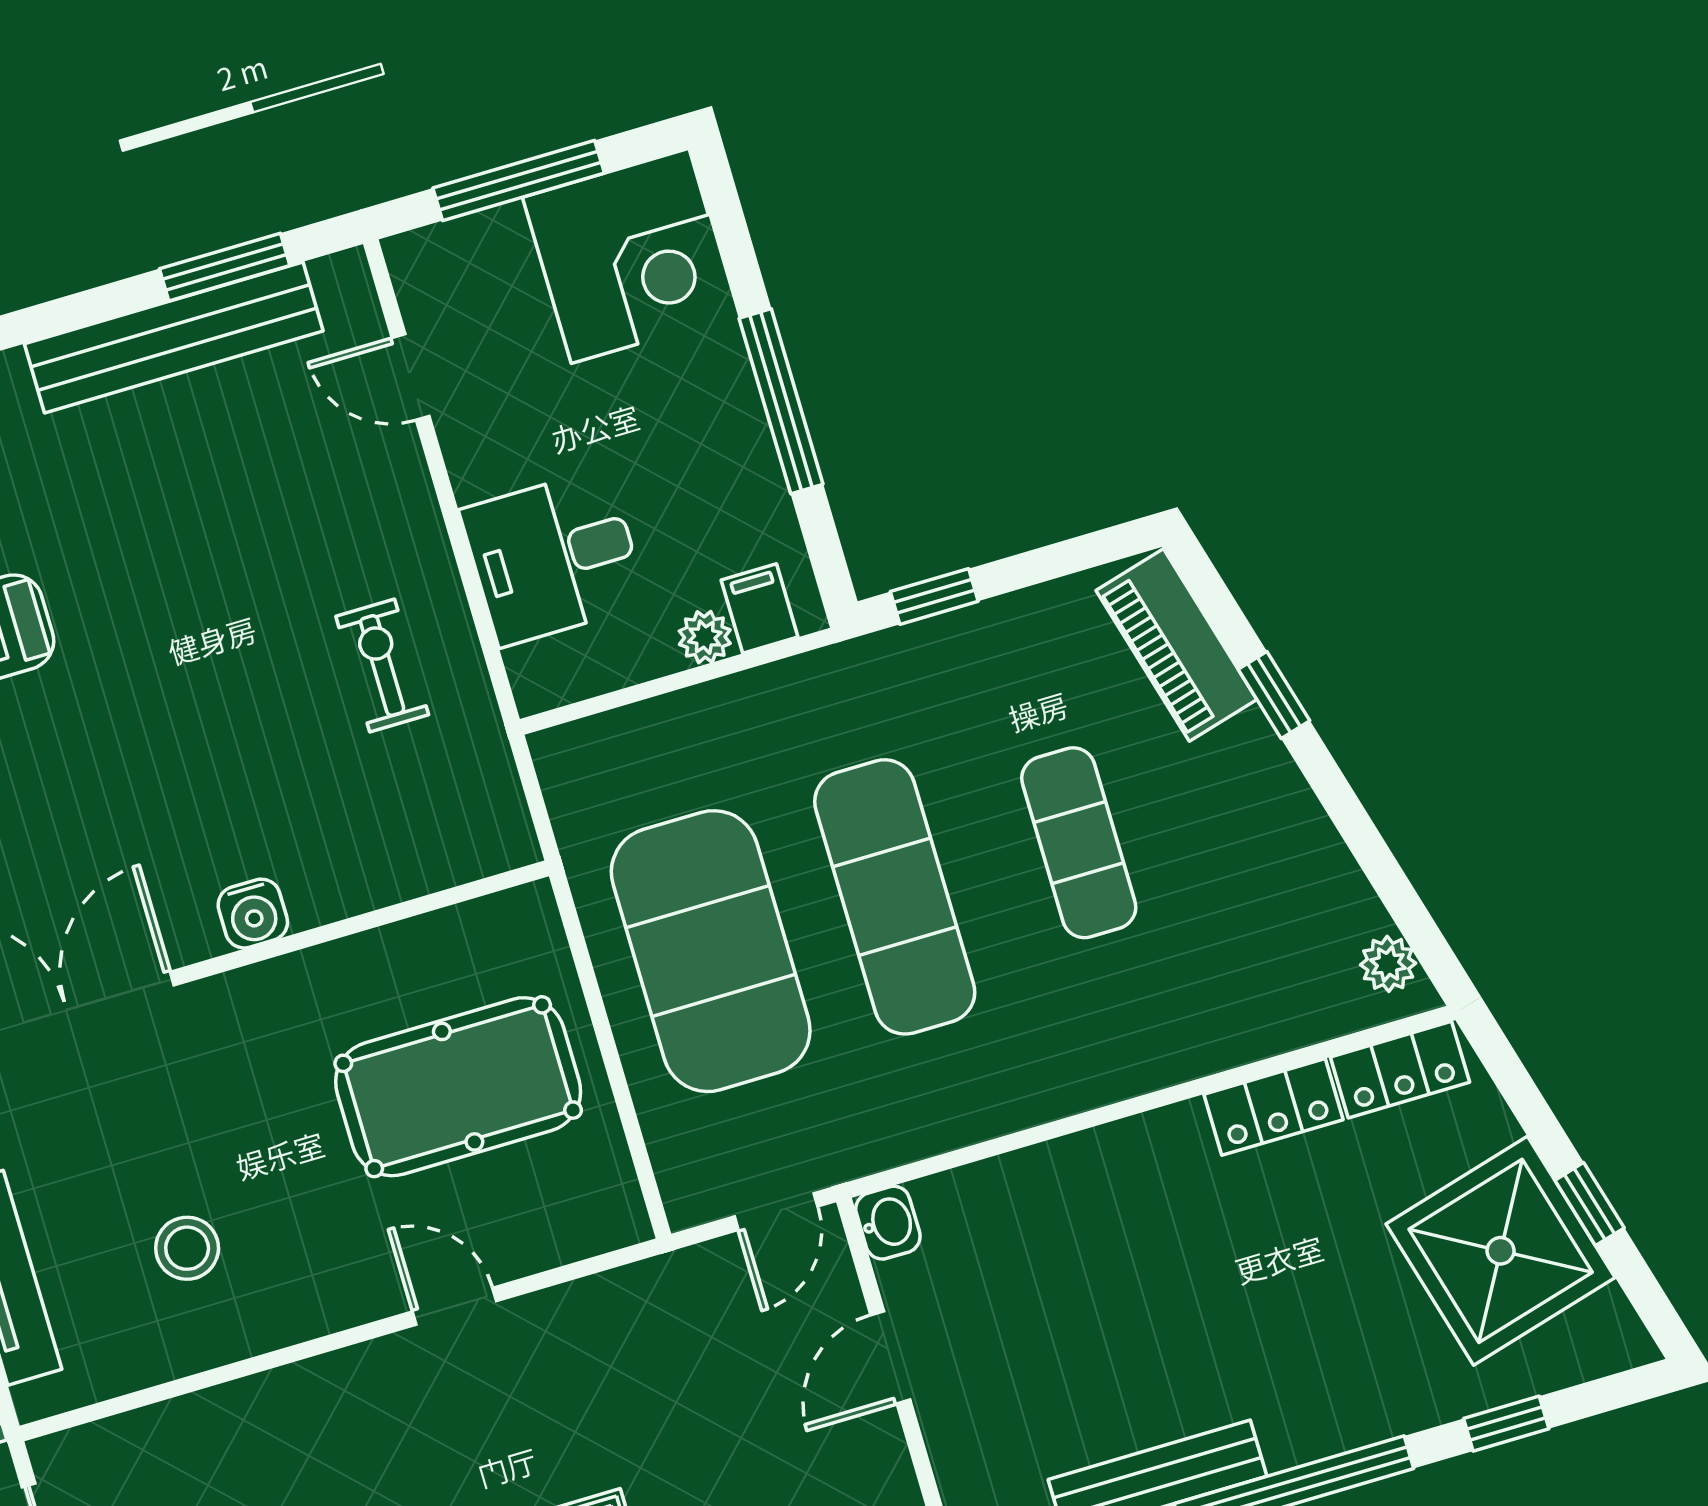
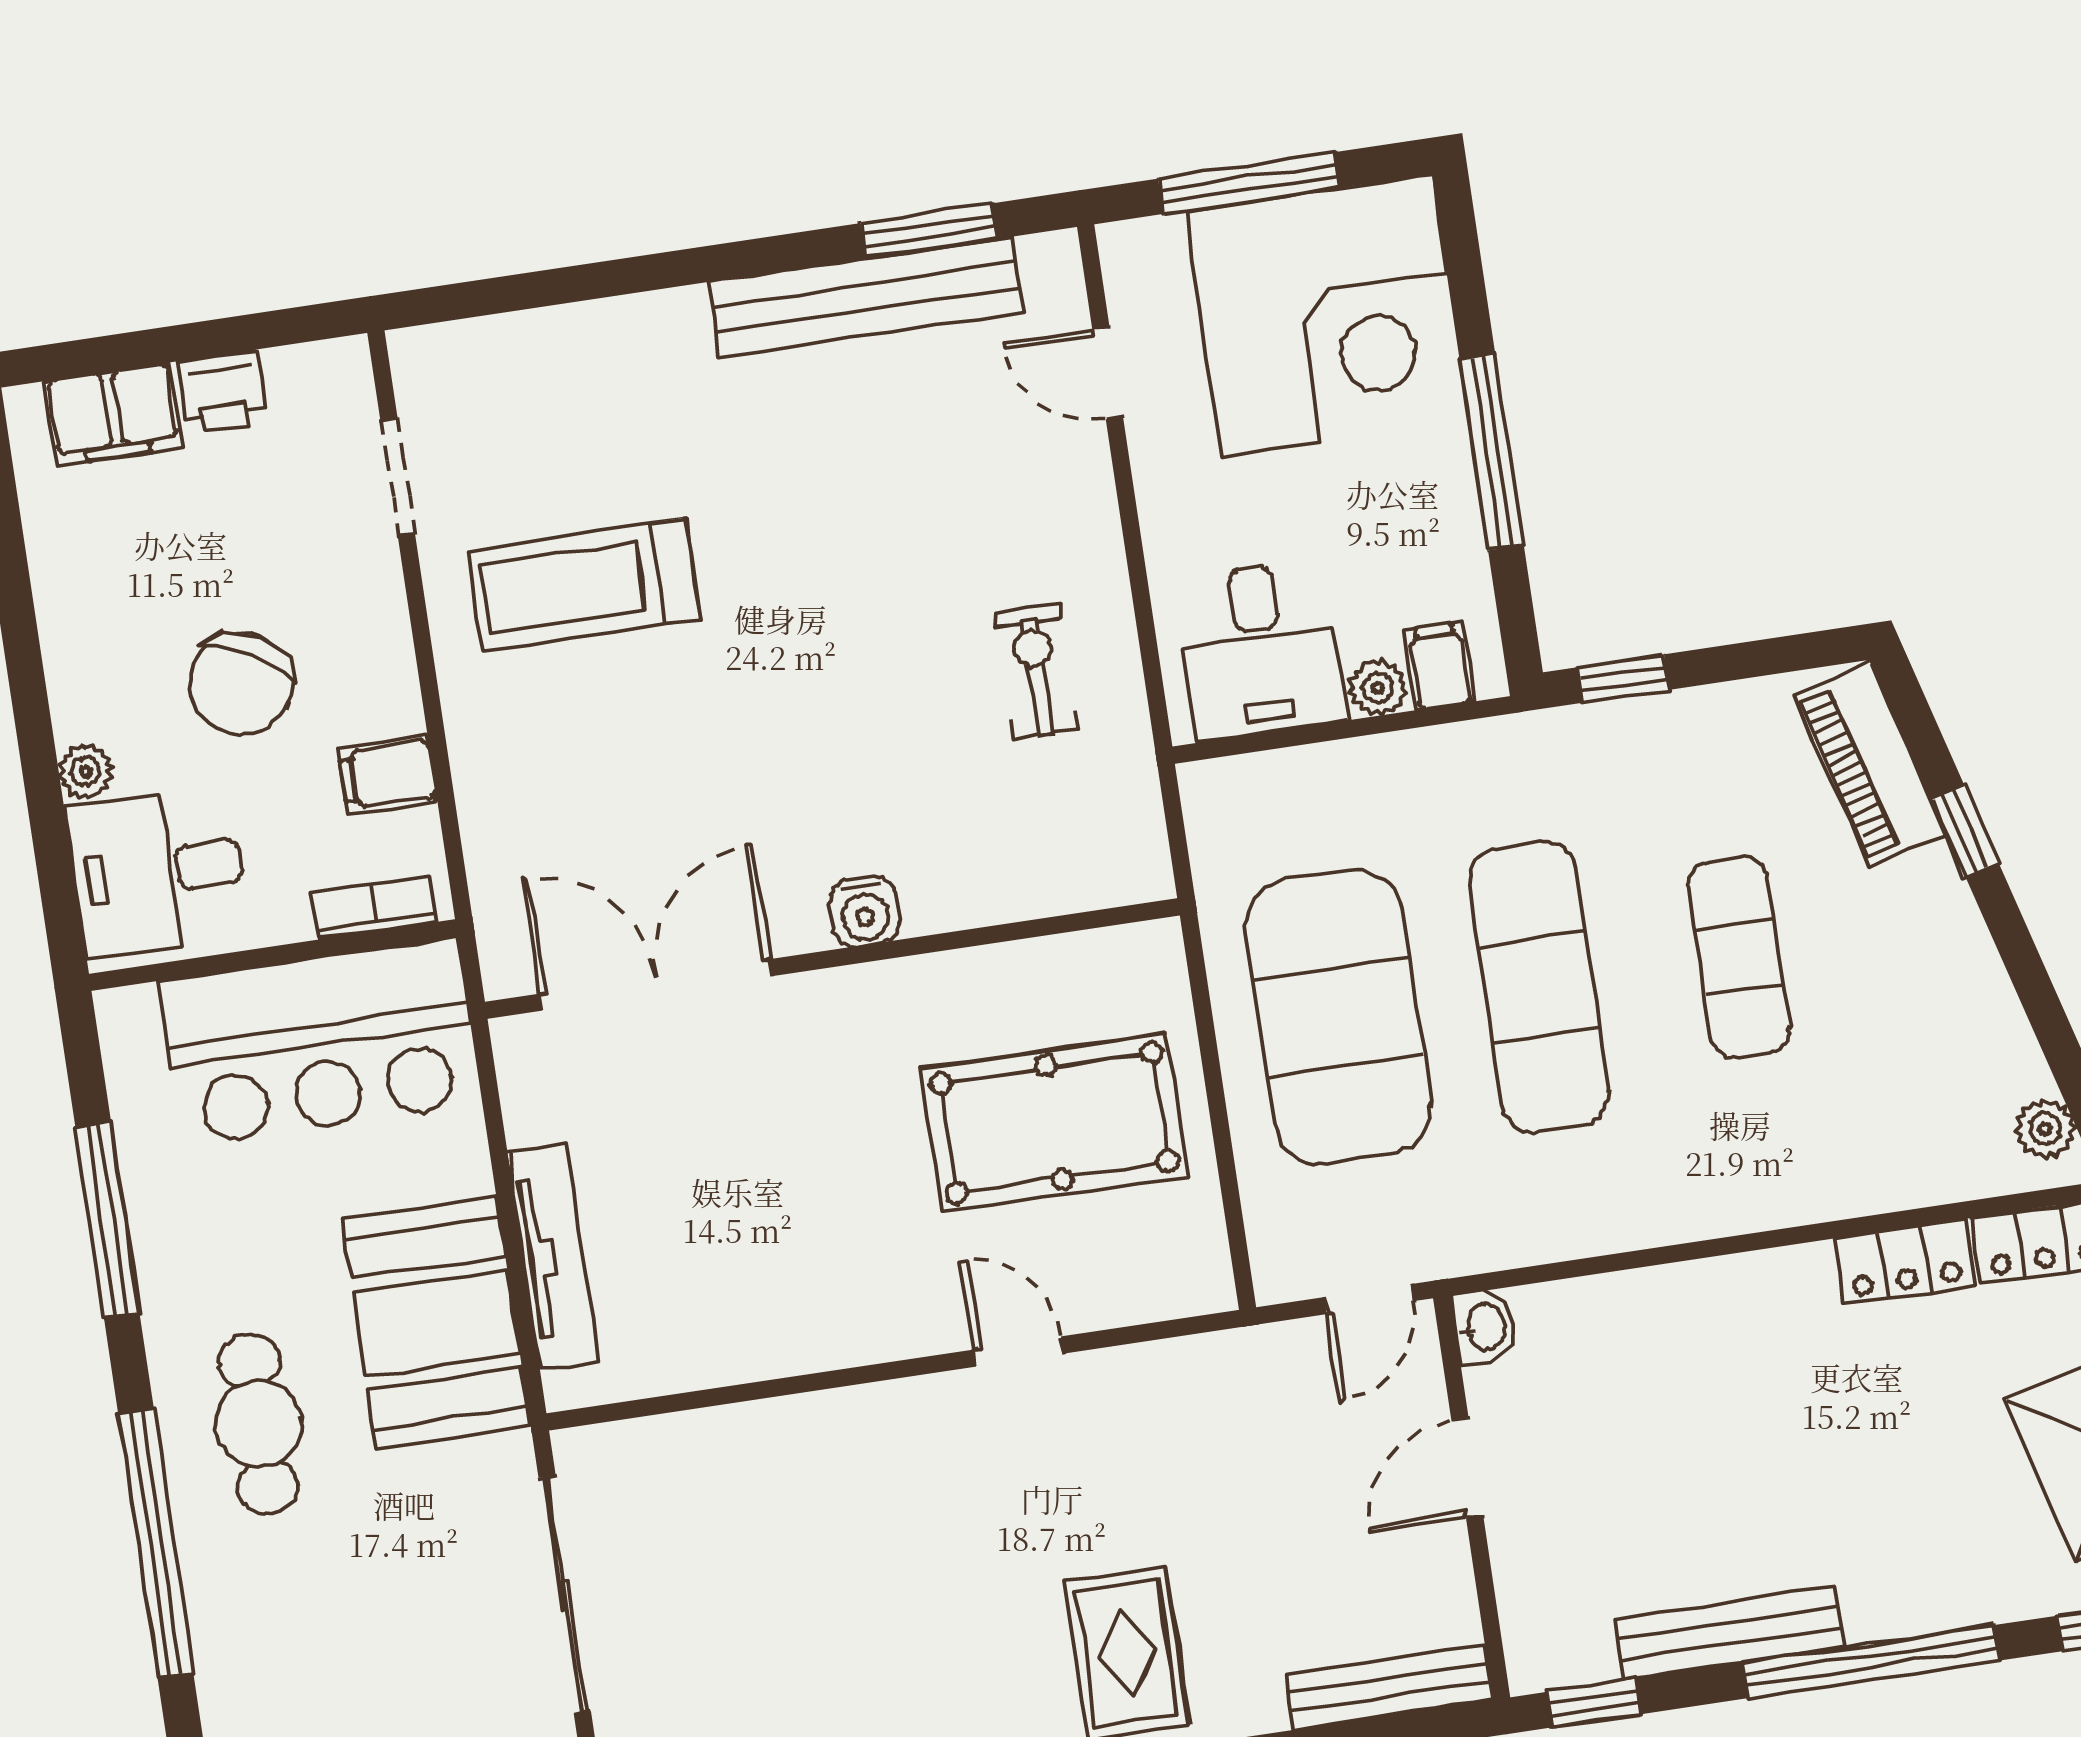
corner desk: (630, 256) -> (1327, 316), width x1.36, depth x1.36
desk: (554, 557) -> (1261, 650), moved, turned -90
stool: (187, 1248) -> (747, 1252), removed

